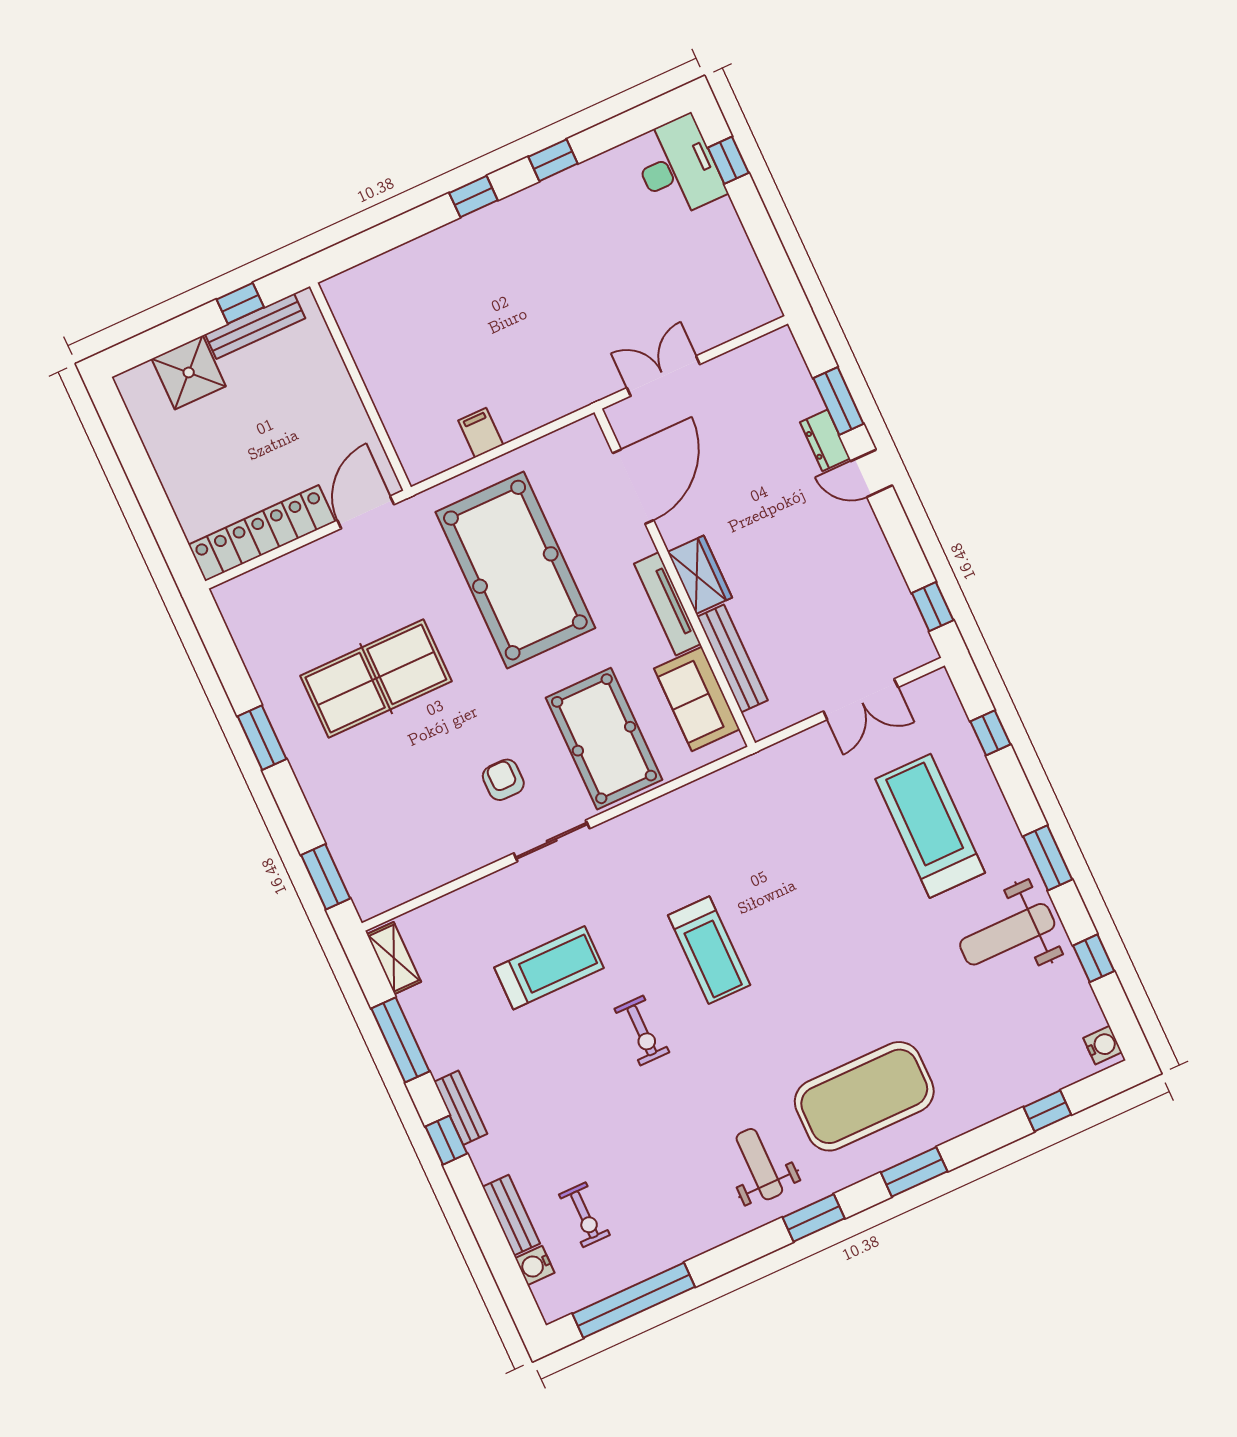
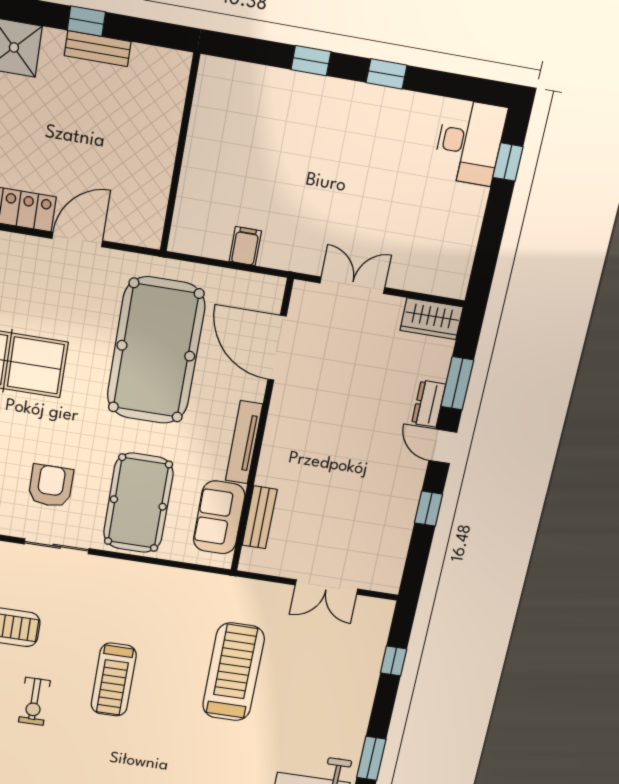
bench: (255, 326) -> (98, 49), width x0.73
wall: (360, 387) -> (180, 153), moved
filing cabinet: (481, 433) -> (245, 246), moved
door: (633, 487) -> (277, 348), swing flipped
wardrobe: (700, 575) -> (432, 319), moved, turned 90
window: (933, 607) -> (429, 509), moved
bench: (732, 658) -> (260, 517), width x0.73
armchair: (503, 780) -> (51, 486), width x1.38, depth x1.38
treadmill: (930, 826) -> (233, 672), moved

